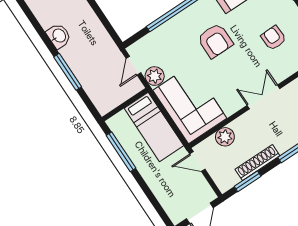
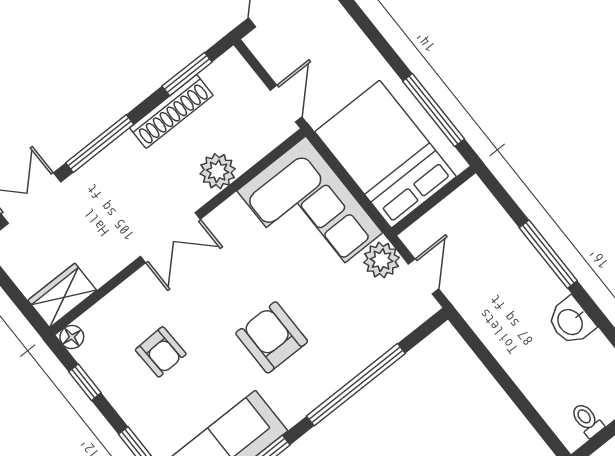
bed: (154, 127) -> (385, 154), width x1.50
plant: (225, 137) -> (218, 171), moved
door: (197, 162) -> (286, 104), hinge flipped

